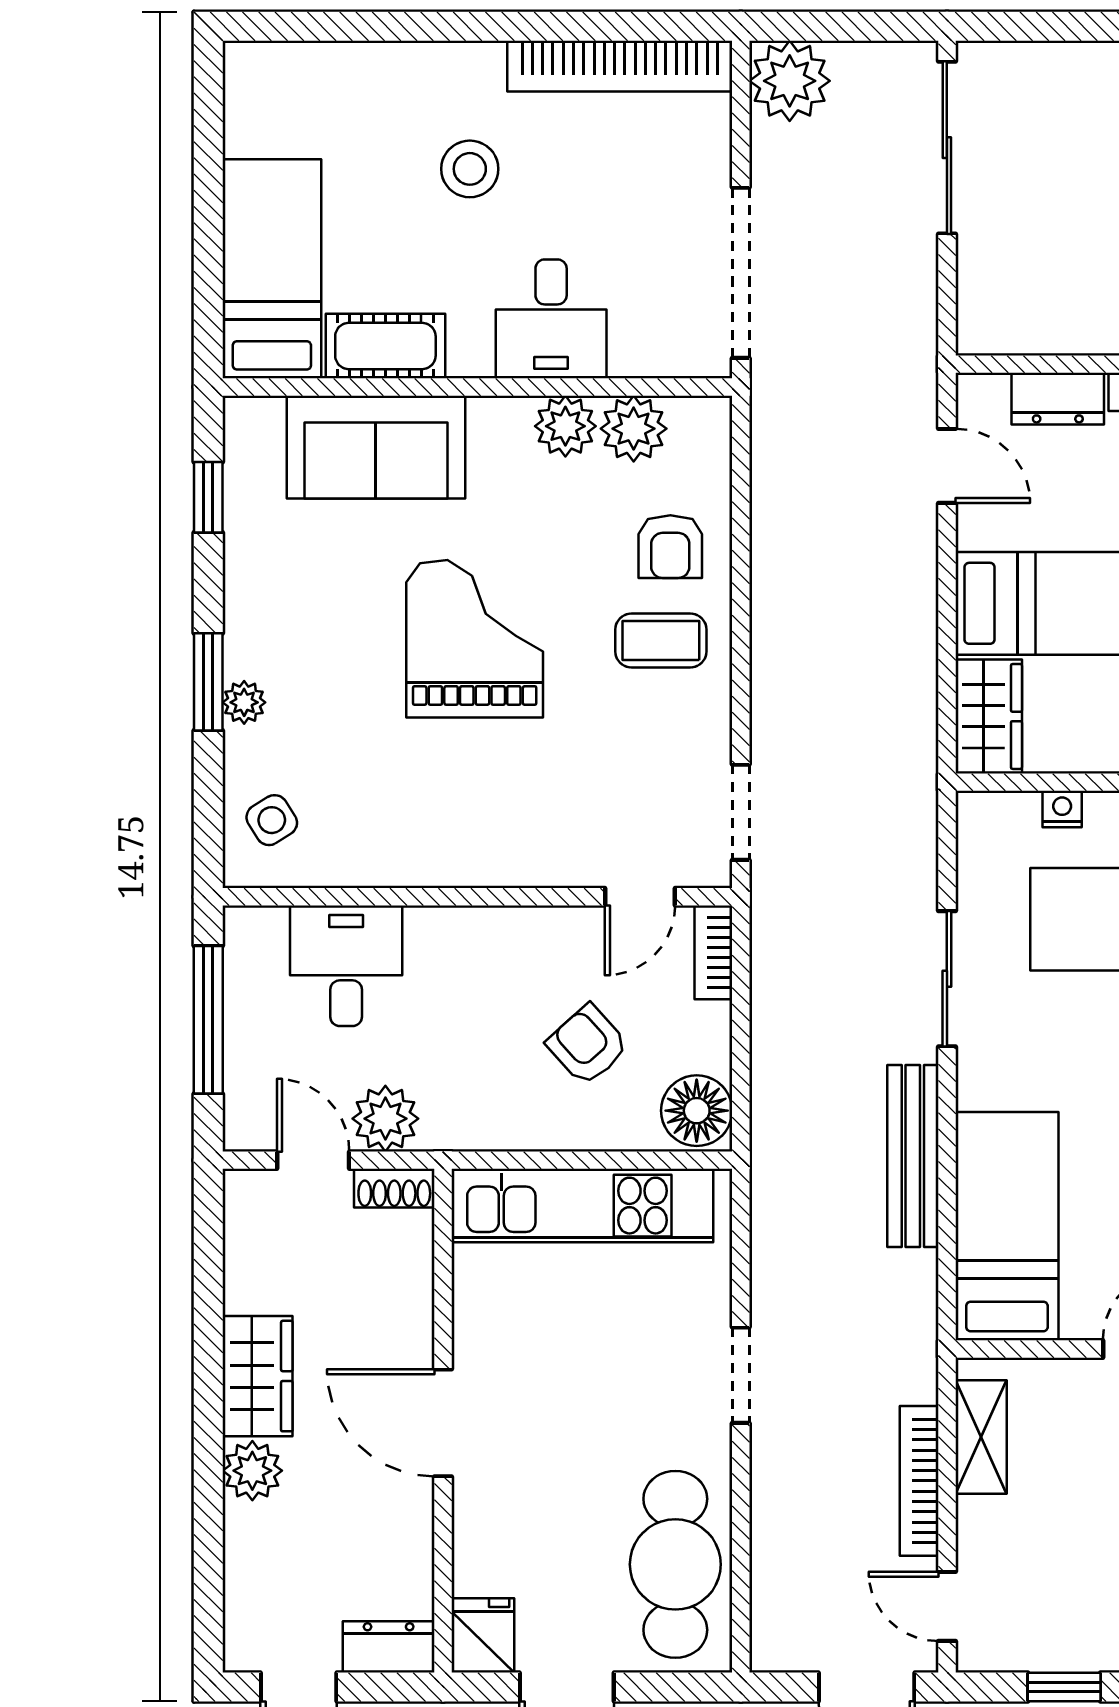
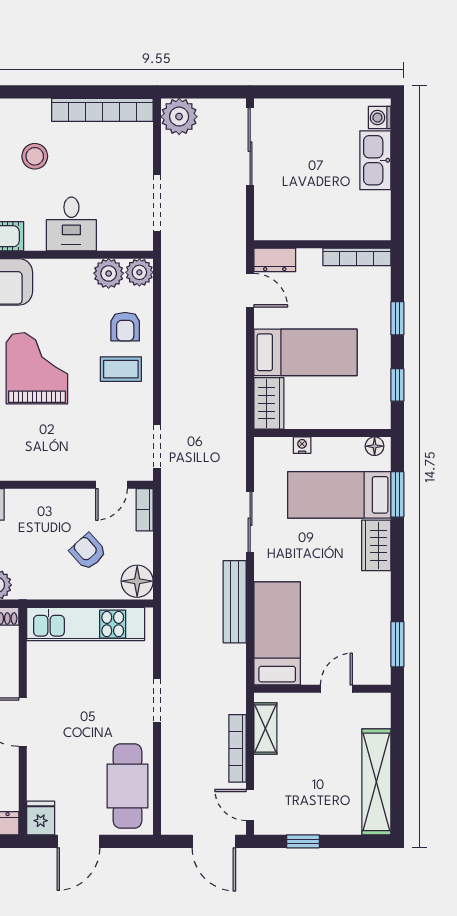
doorway: (741, 273) -> (157, 203), width x0.73
dresser: (1058, 399) -> (275, 260), moved
plant: (565, 426) -> (139, 272), moved

